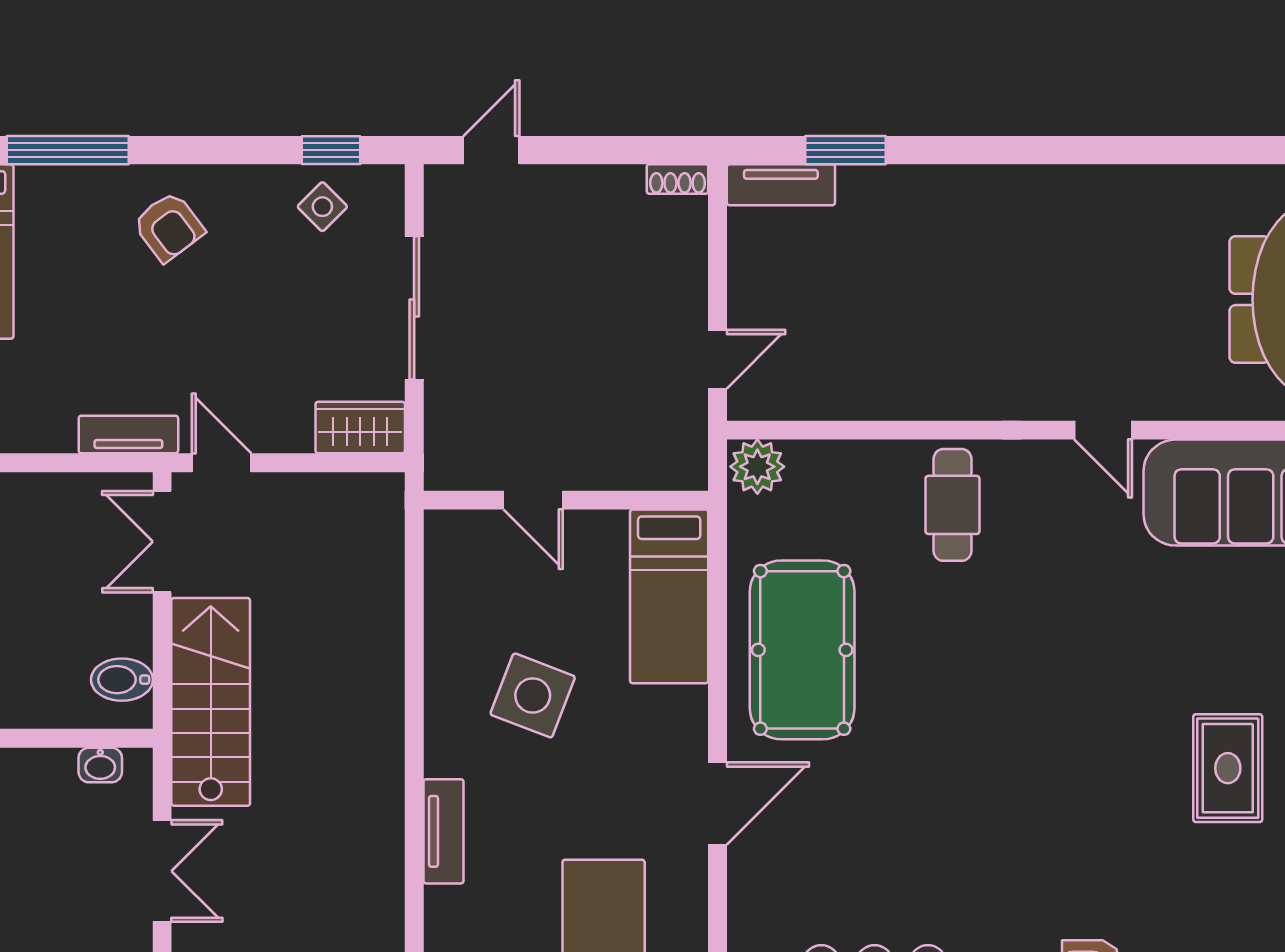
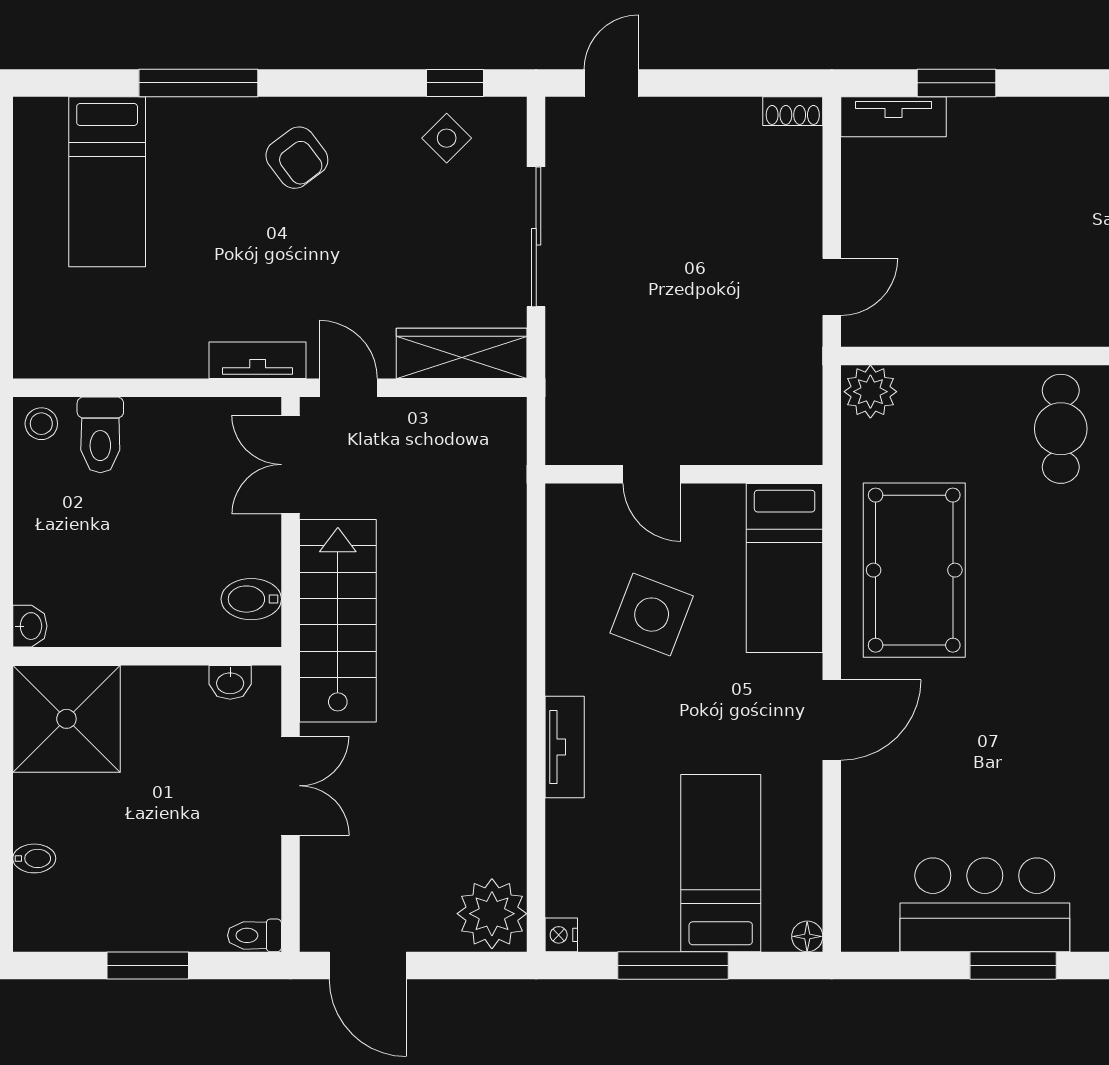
wardrobe: (360, 428) -> (462, 353), width x1.50
door: (533, 500) -> (652, 474), moved
wall: (566, 500) -> (684, 474), moved
bed: (669, 596) -> (785, 568), moved

